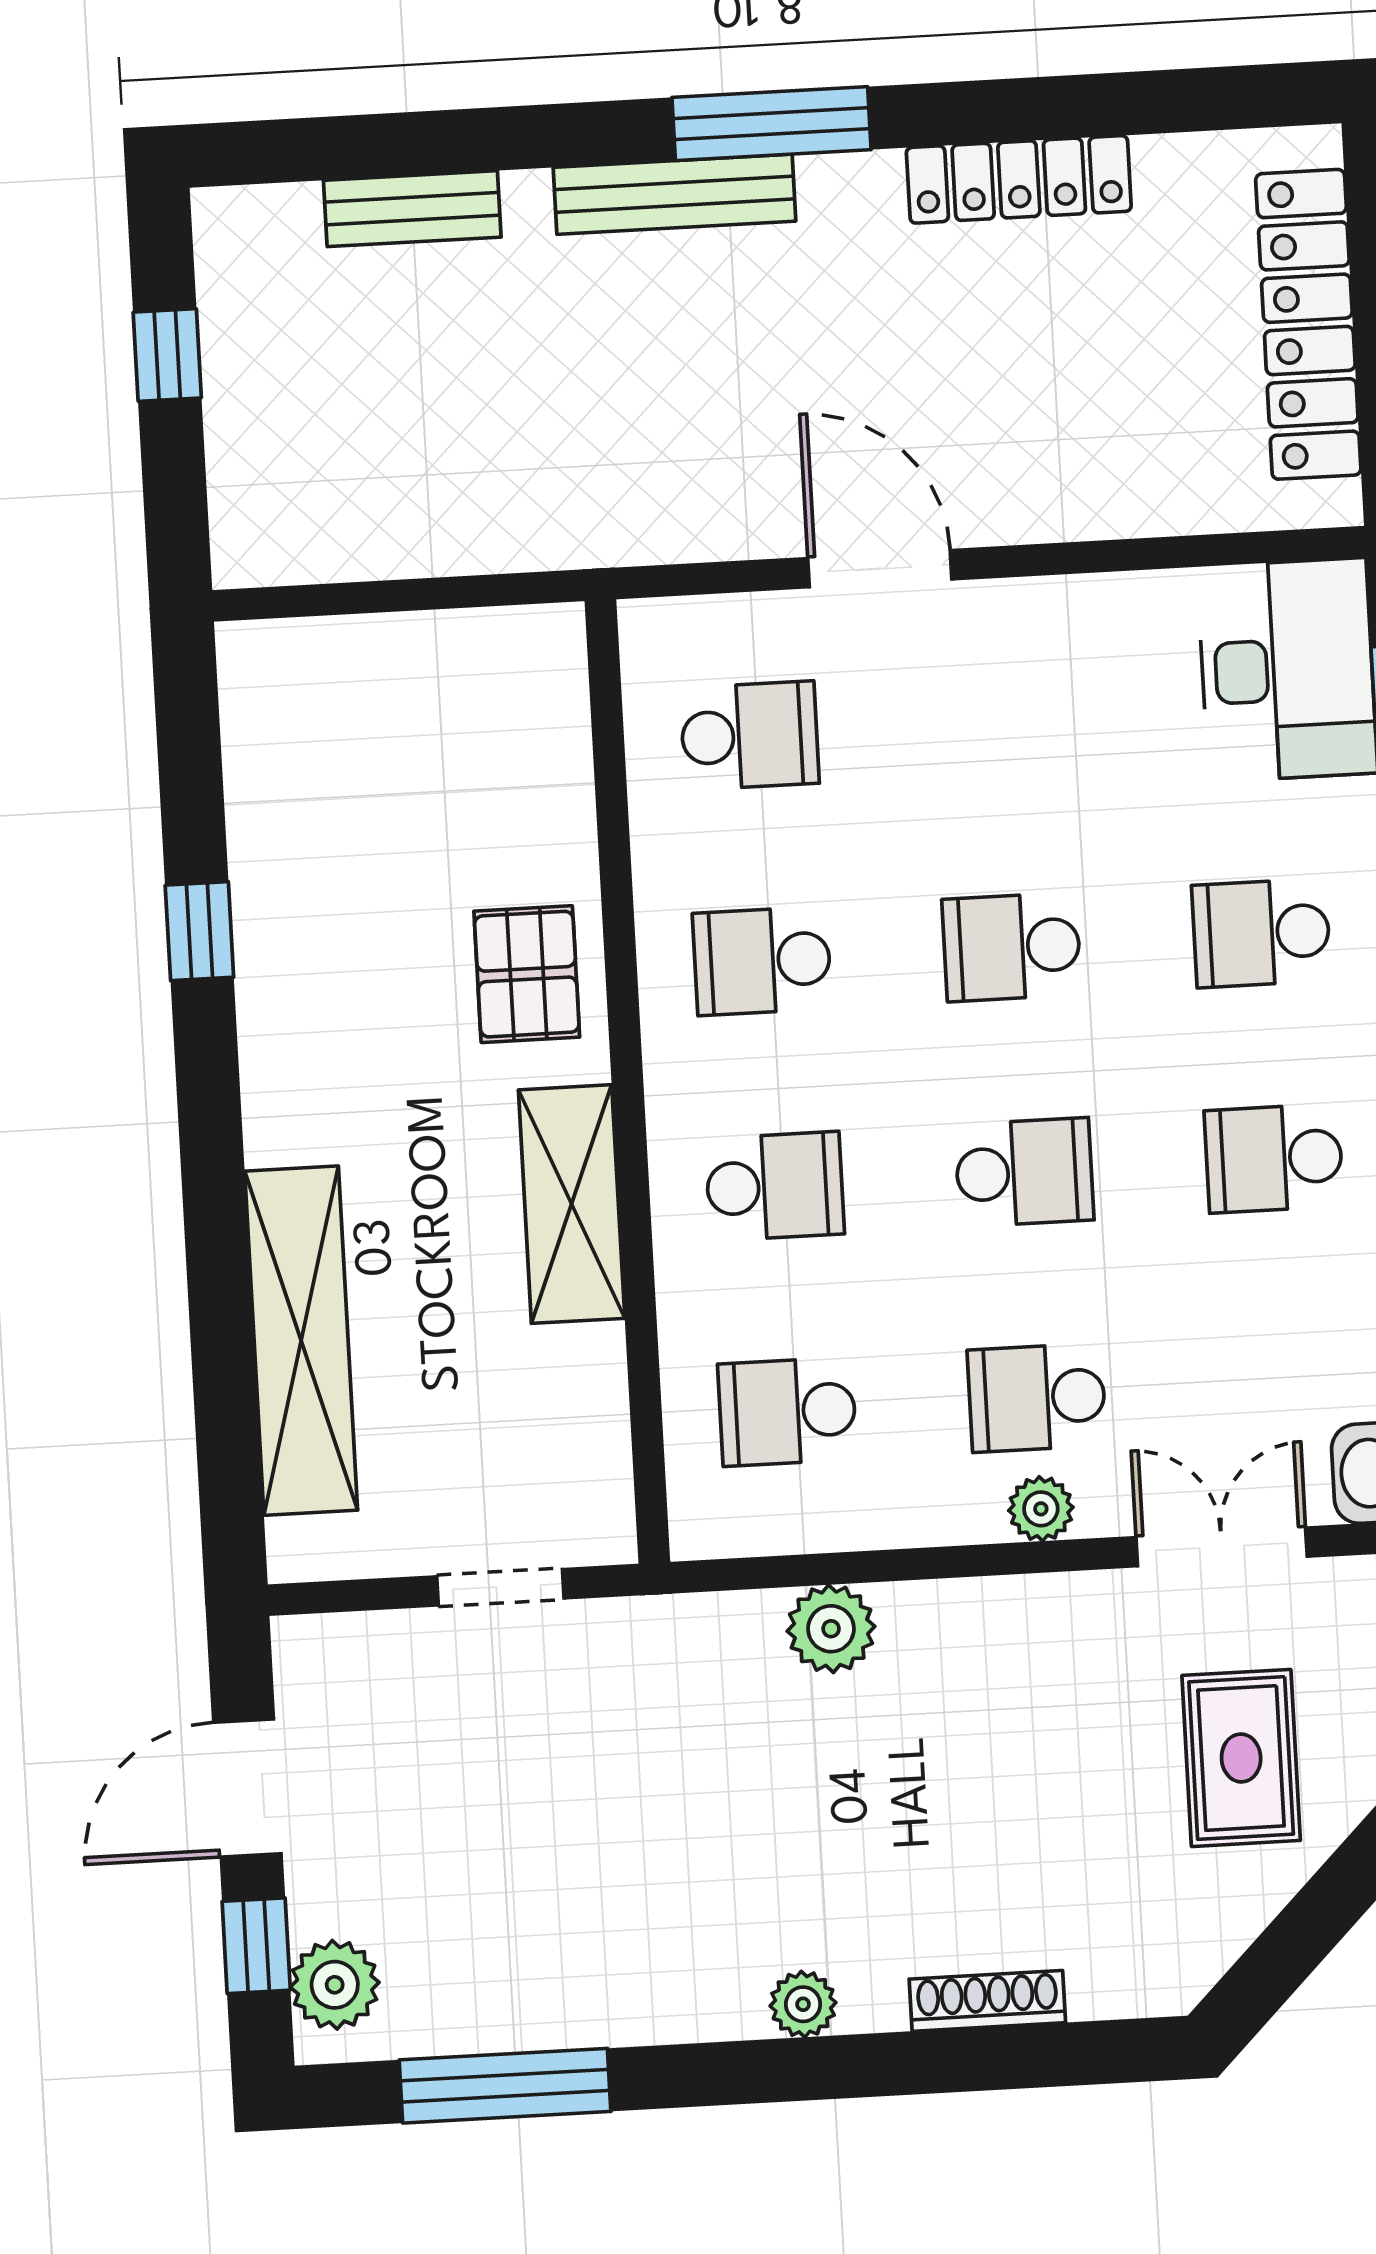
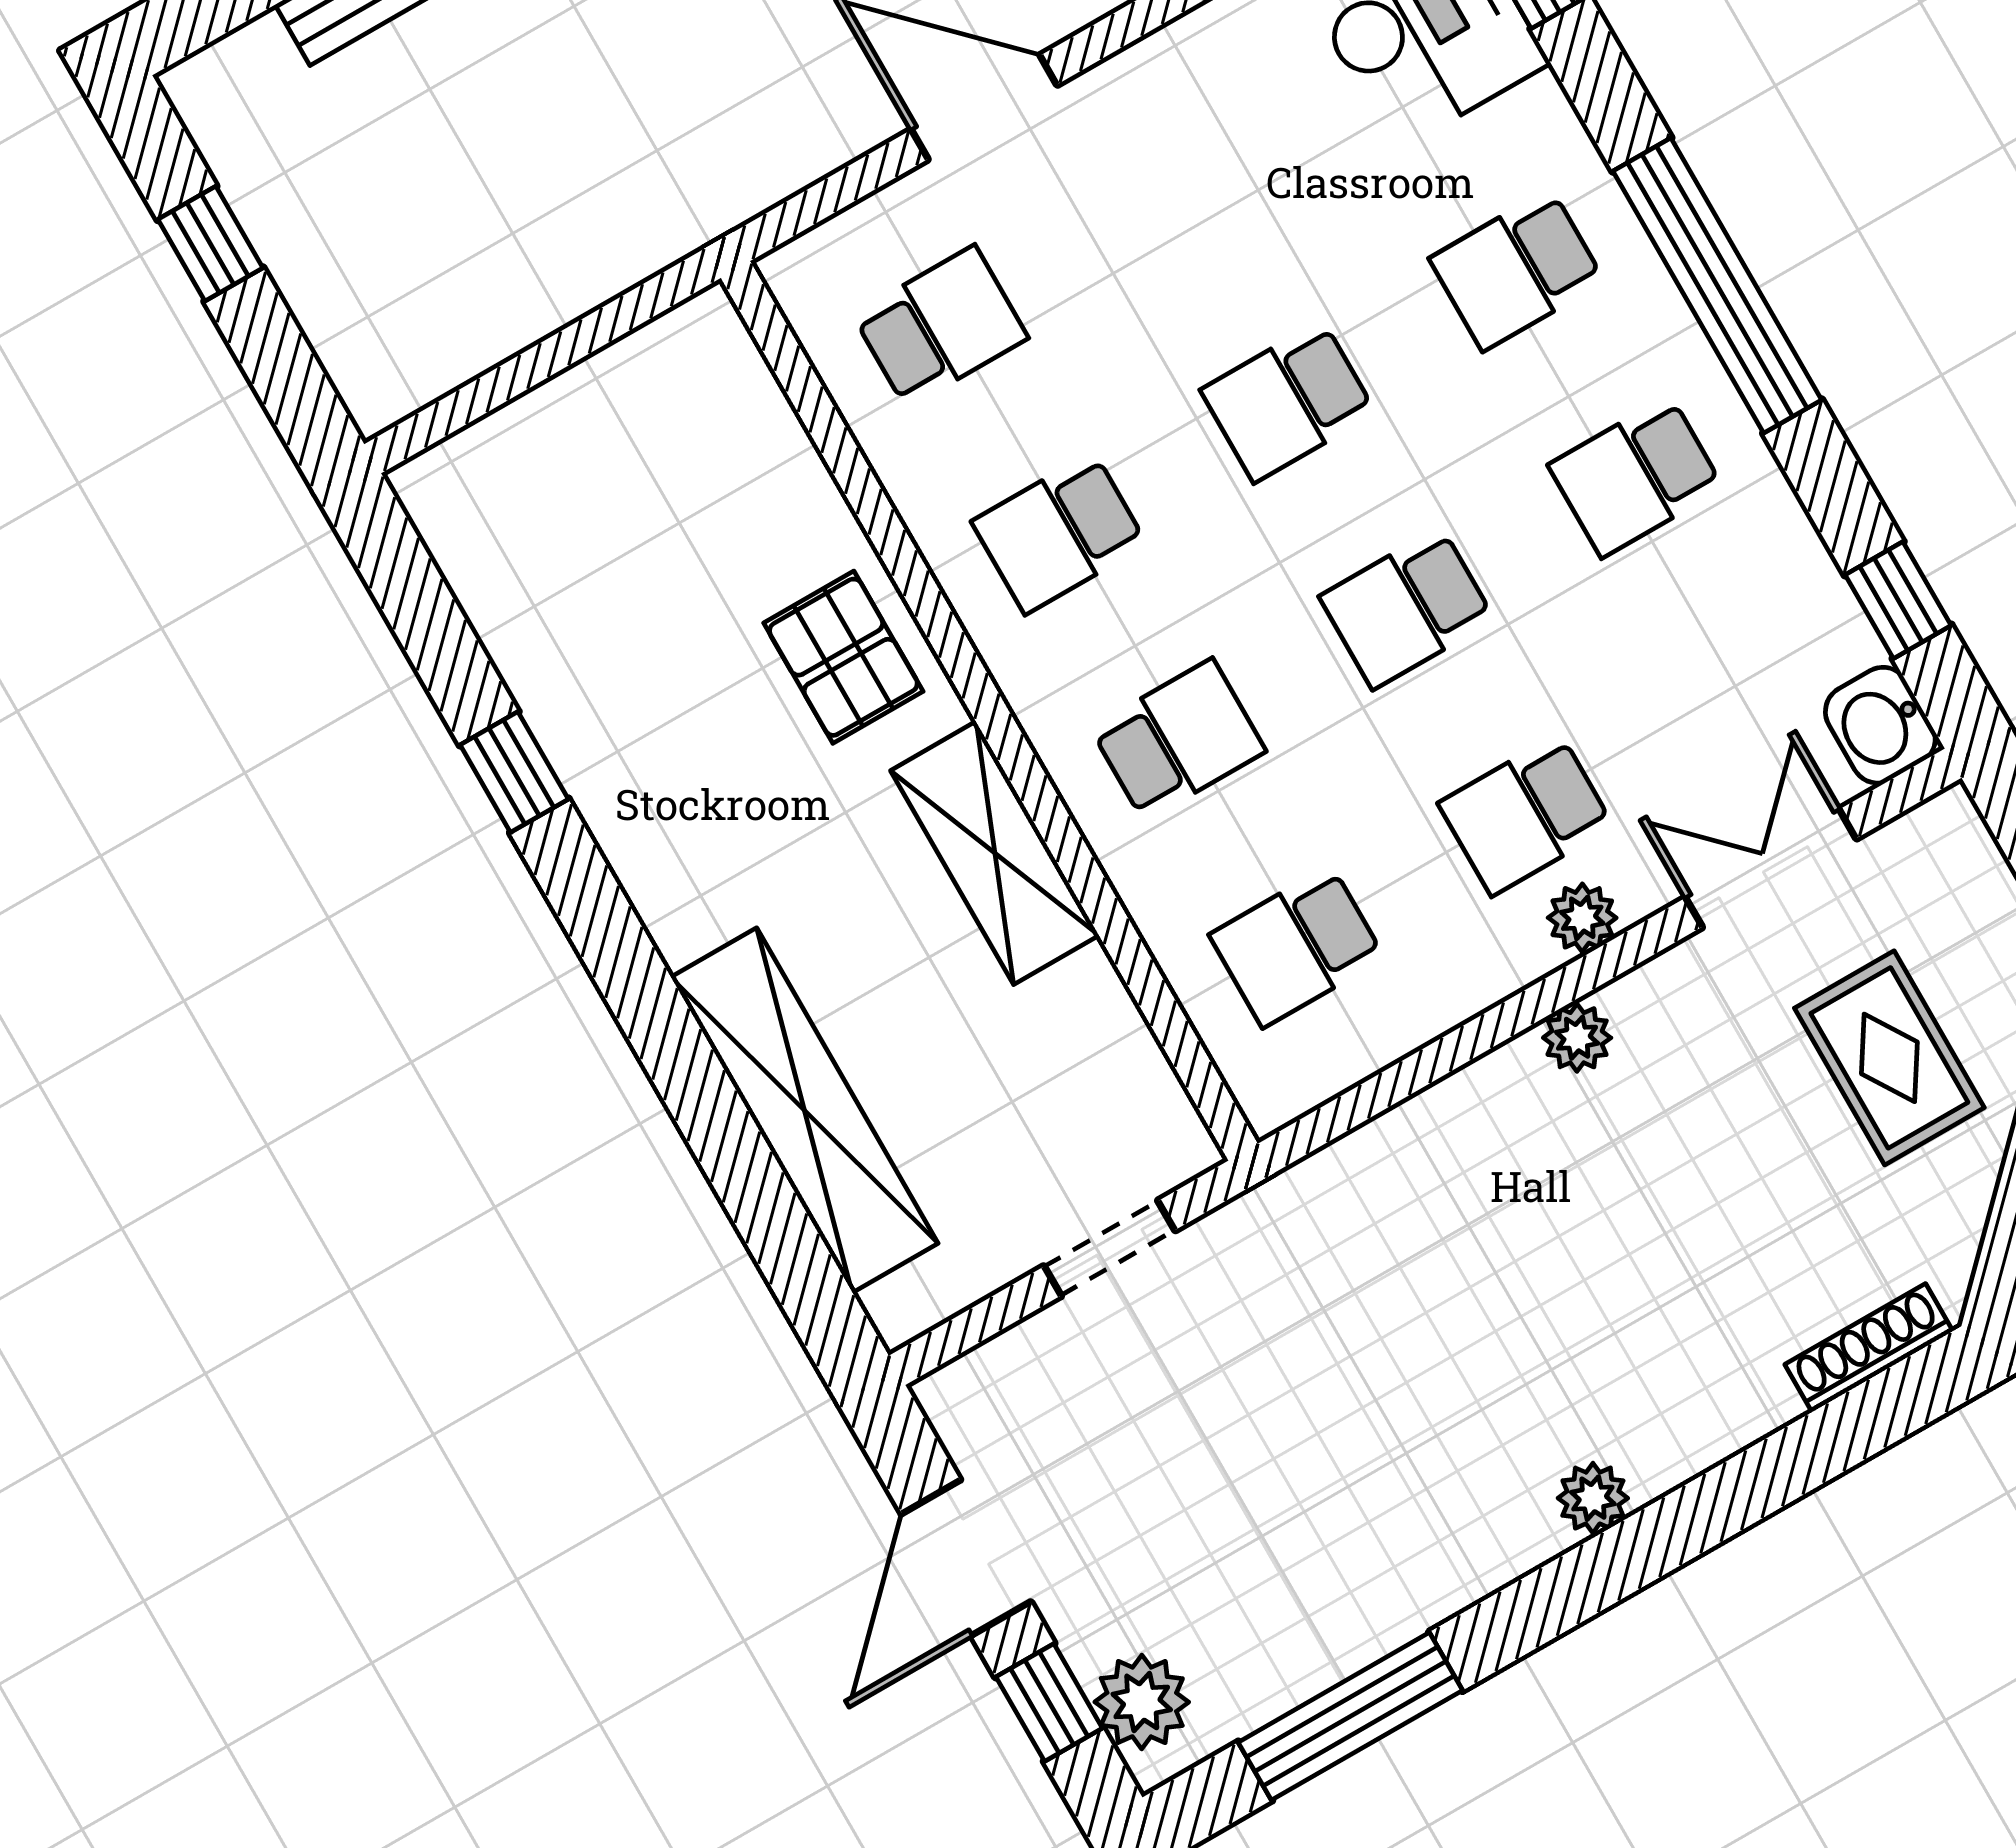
school desk: (1024, 1172) -> (1407, 608), turned 180
plant: (831, 1629) -> (1577, 1038), moved, width x0.73, depth x0.73
shoe rack: (987, 2001) -> (1869, 1348), moved

